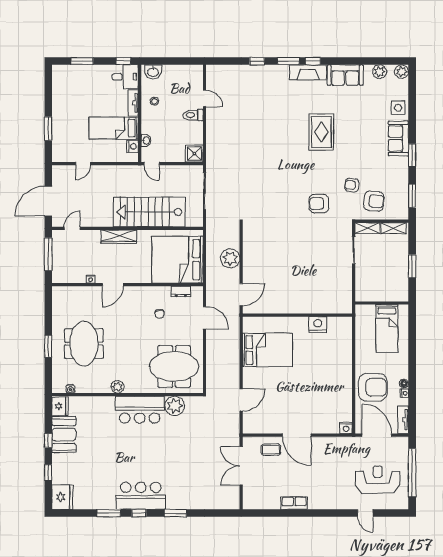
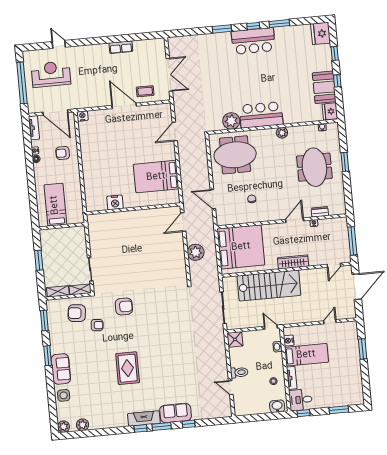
sofa: (345, 75) -> (176, 413), moved
dresser: (181, 292) -> (320, 212), moved
armchair: (373, 387) -> (63, 153), width x0.53, depth x0.53
reception desk: (378, 480) -> (51, 74), turned 180

